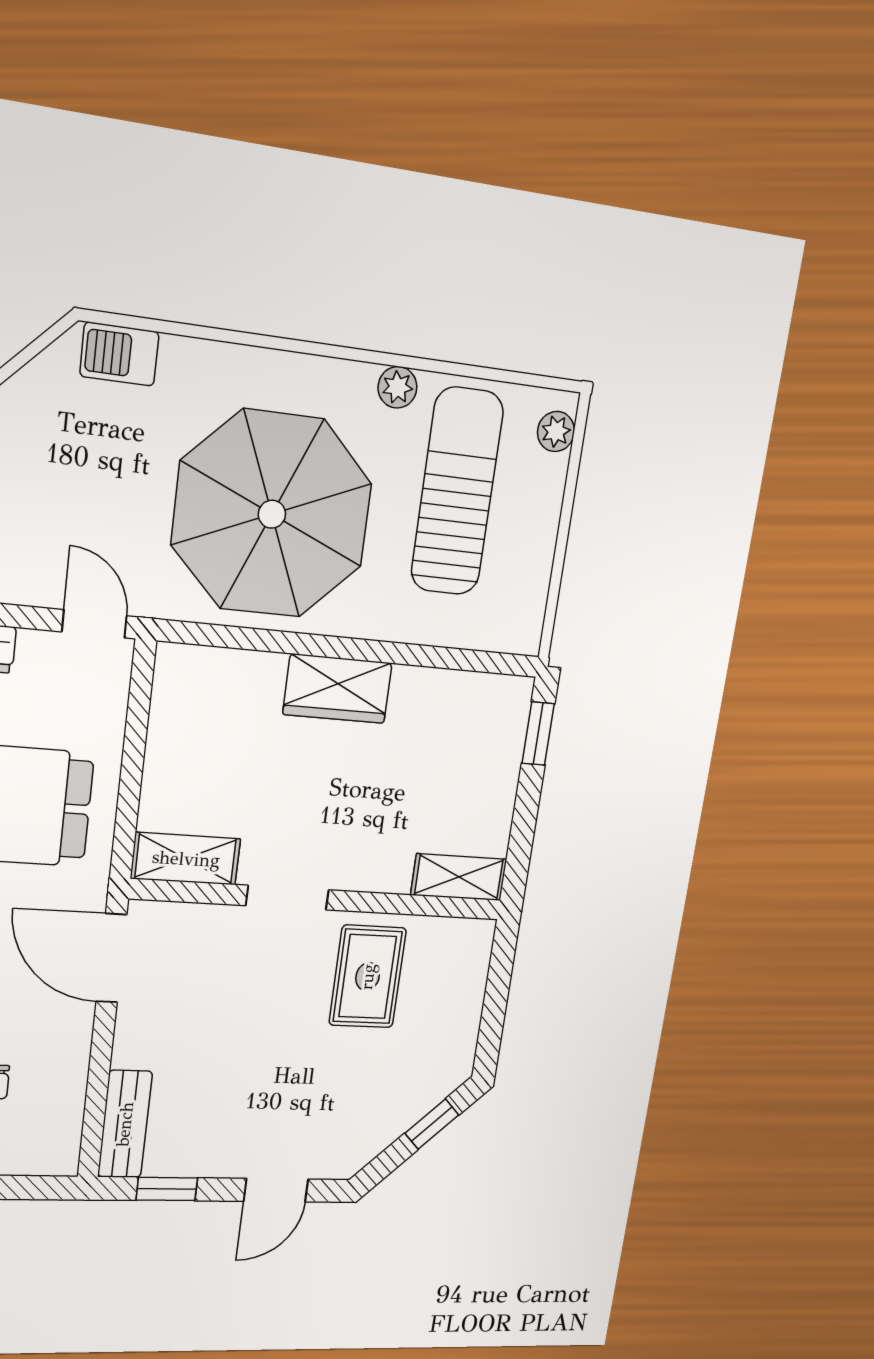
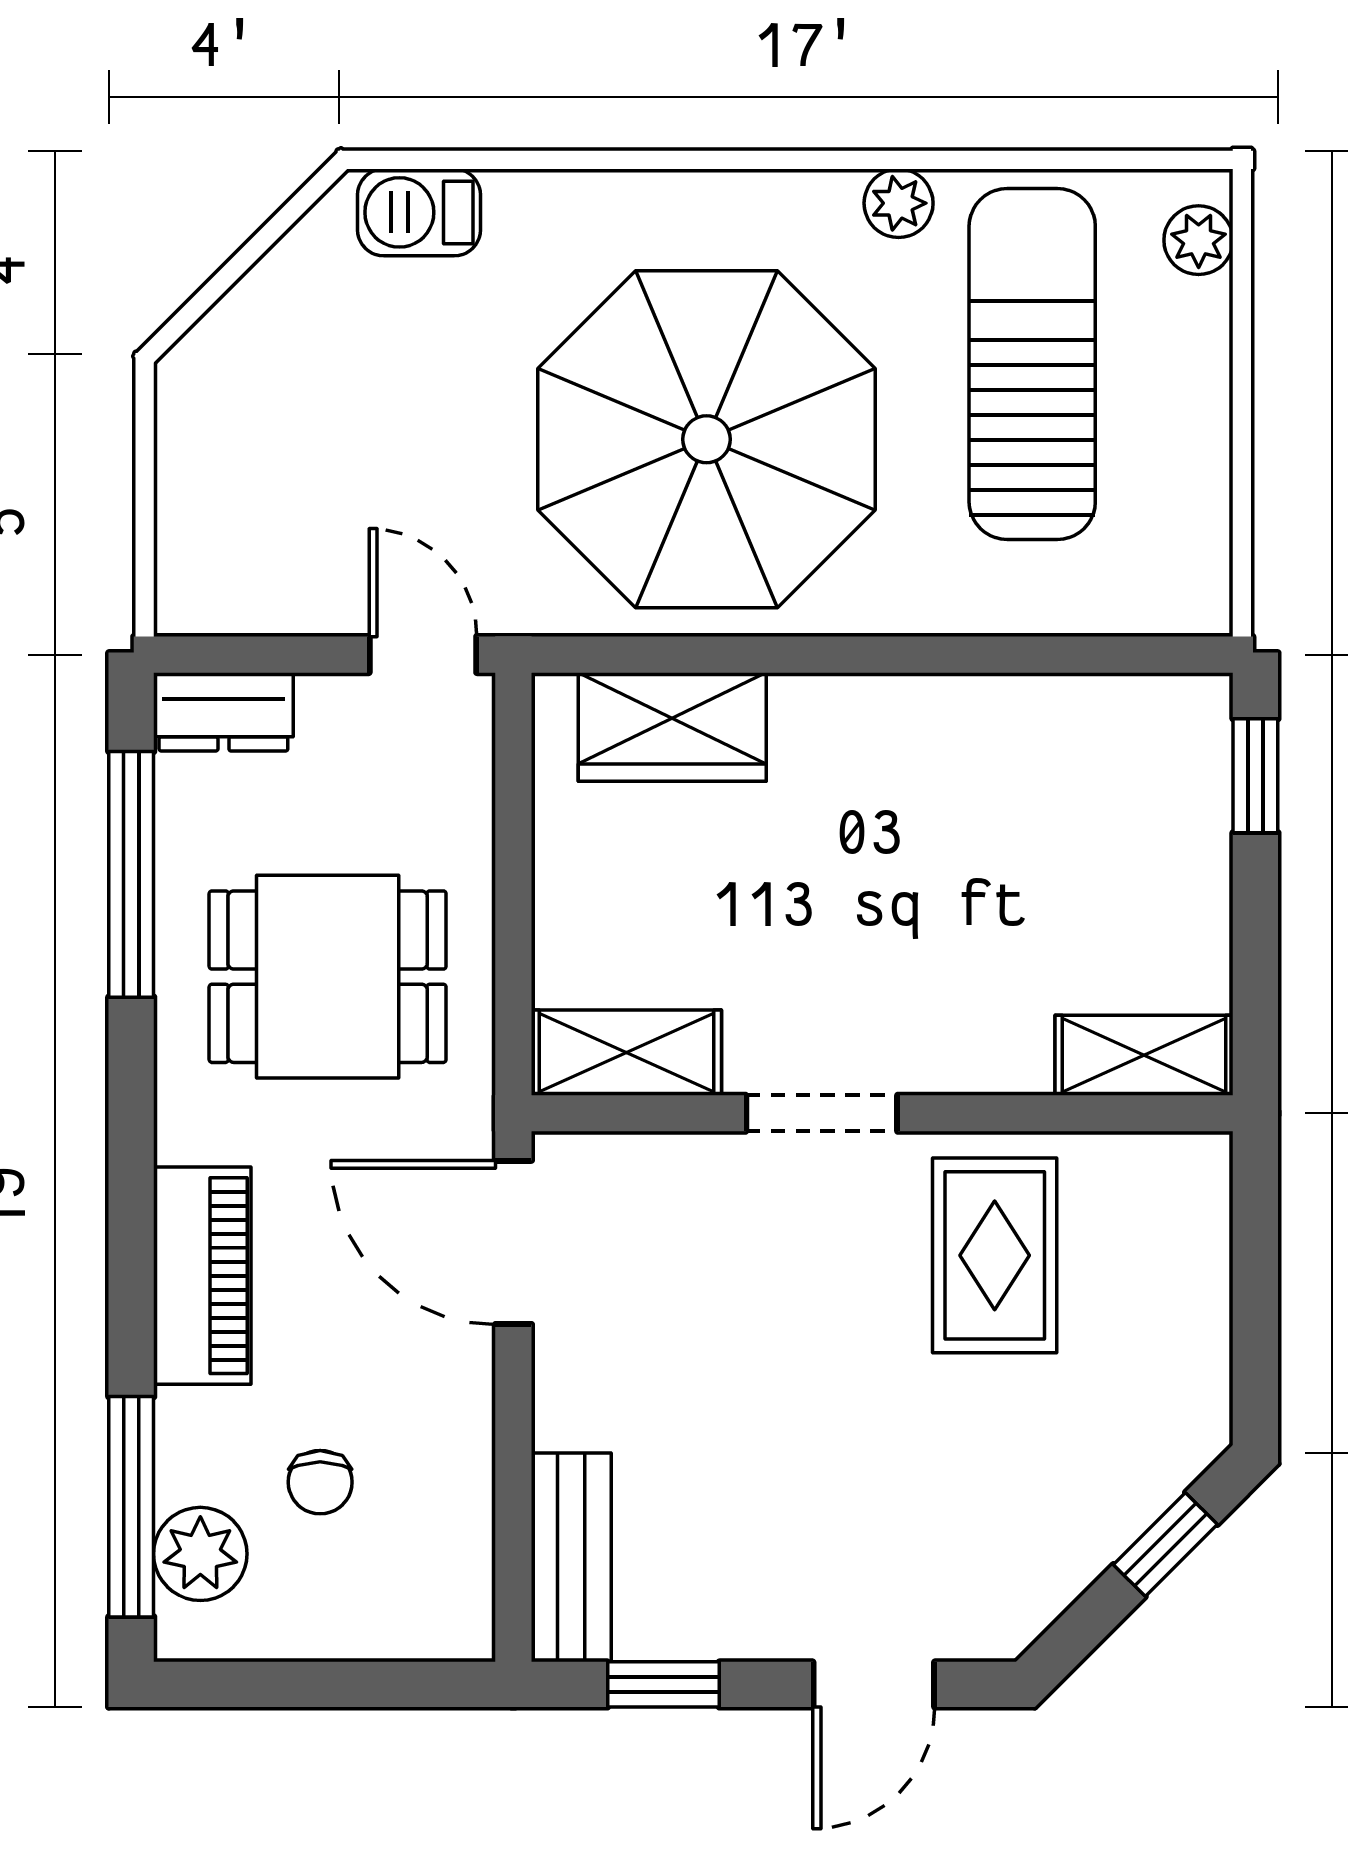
wardrobe: (337, 689) -> (672, 727), moved

